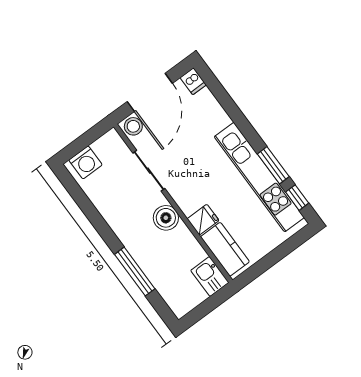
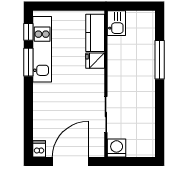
stool: (133, 126) -> (96, 148), removed
washing machine: (85, 162) -> (117, 148), moved
kitchen unit: (259, 177) -> (42, 49), width x0.73
boiler: (166, 218) -> (117, 78), removed

